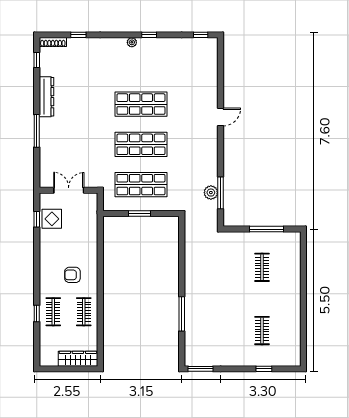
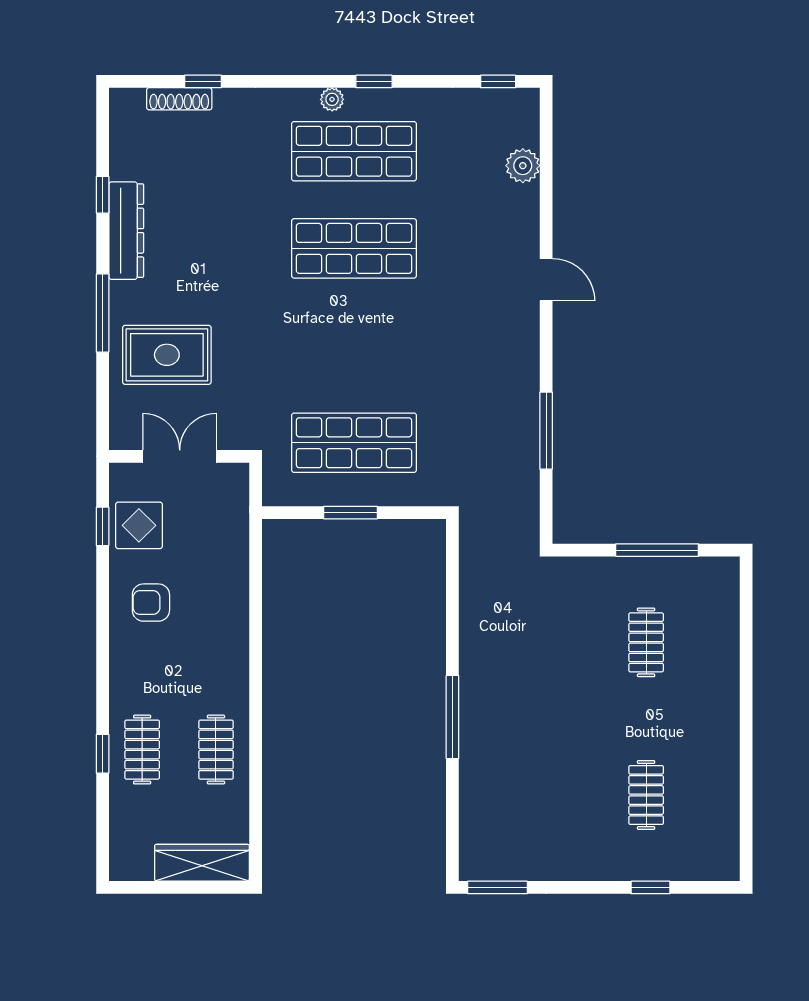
shoe rack: (53, 42) -> (179, 99), moved
window: (37, 60) -> (103, 195), moved
door: (221, 117) -> (546, 280), hinge flipped
shop shelf: (141, 144) -> (354, 151), moved
rug: (63, 148) -> (167, 355), added
plant: (211, 193) -> (523, 166), moved
window: (221, 193) -> (546, 431), moved
armchair: (72, 275) -> (151, 603), moved
window: (182, 314) -> (452, 717), moved

